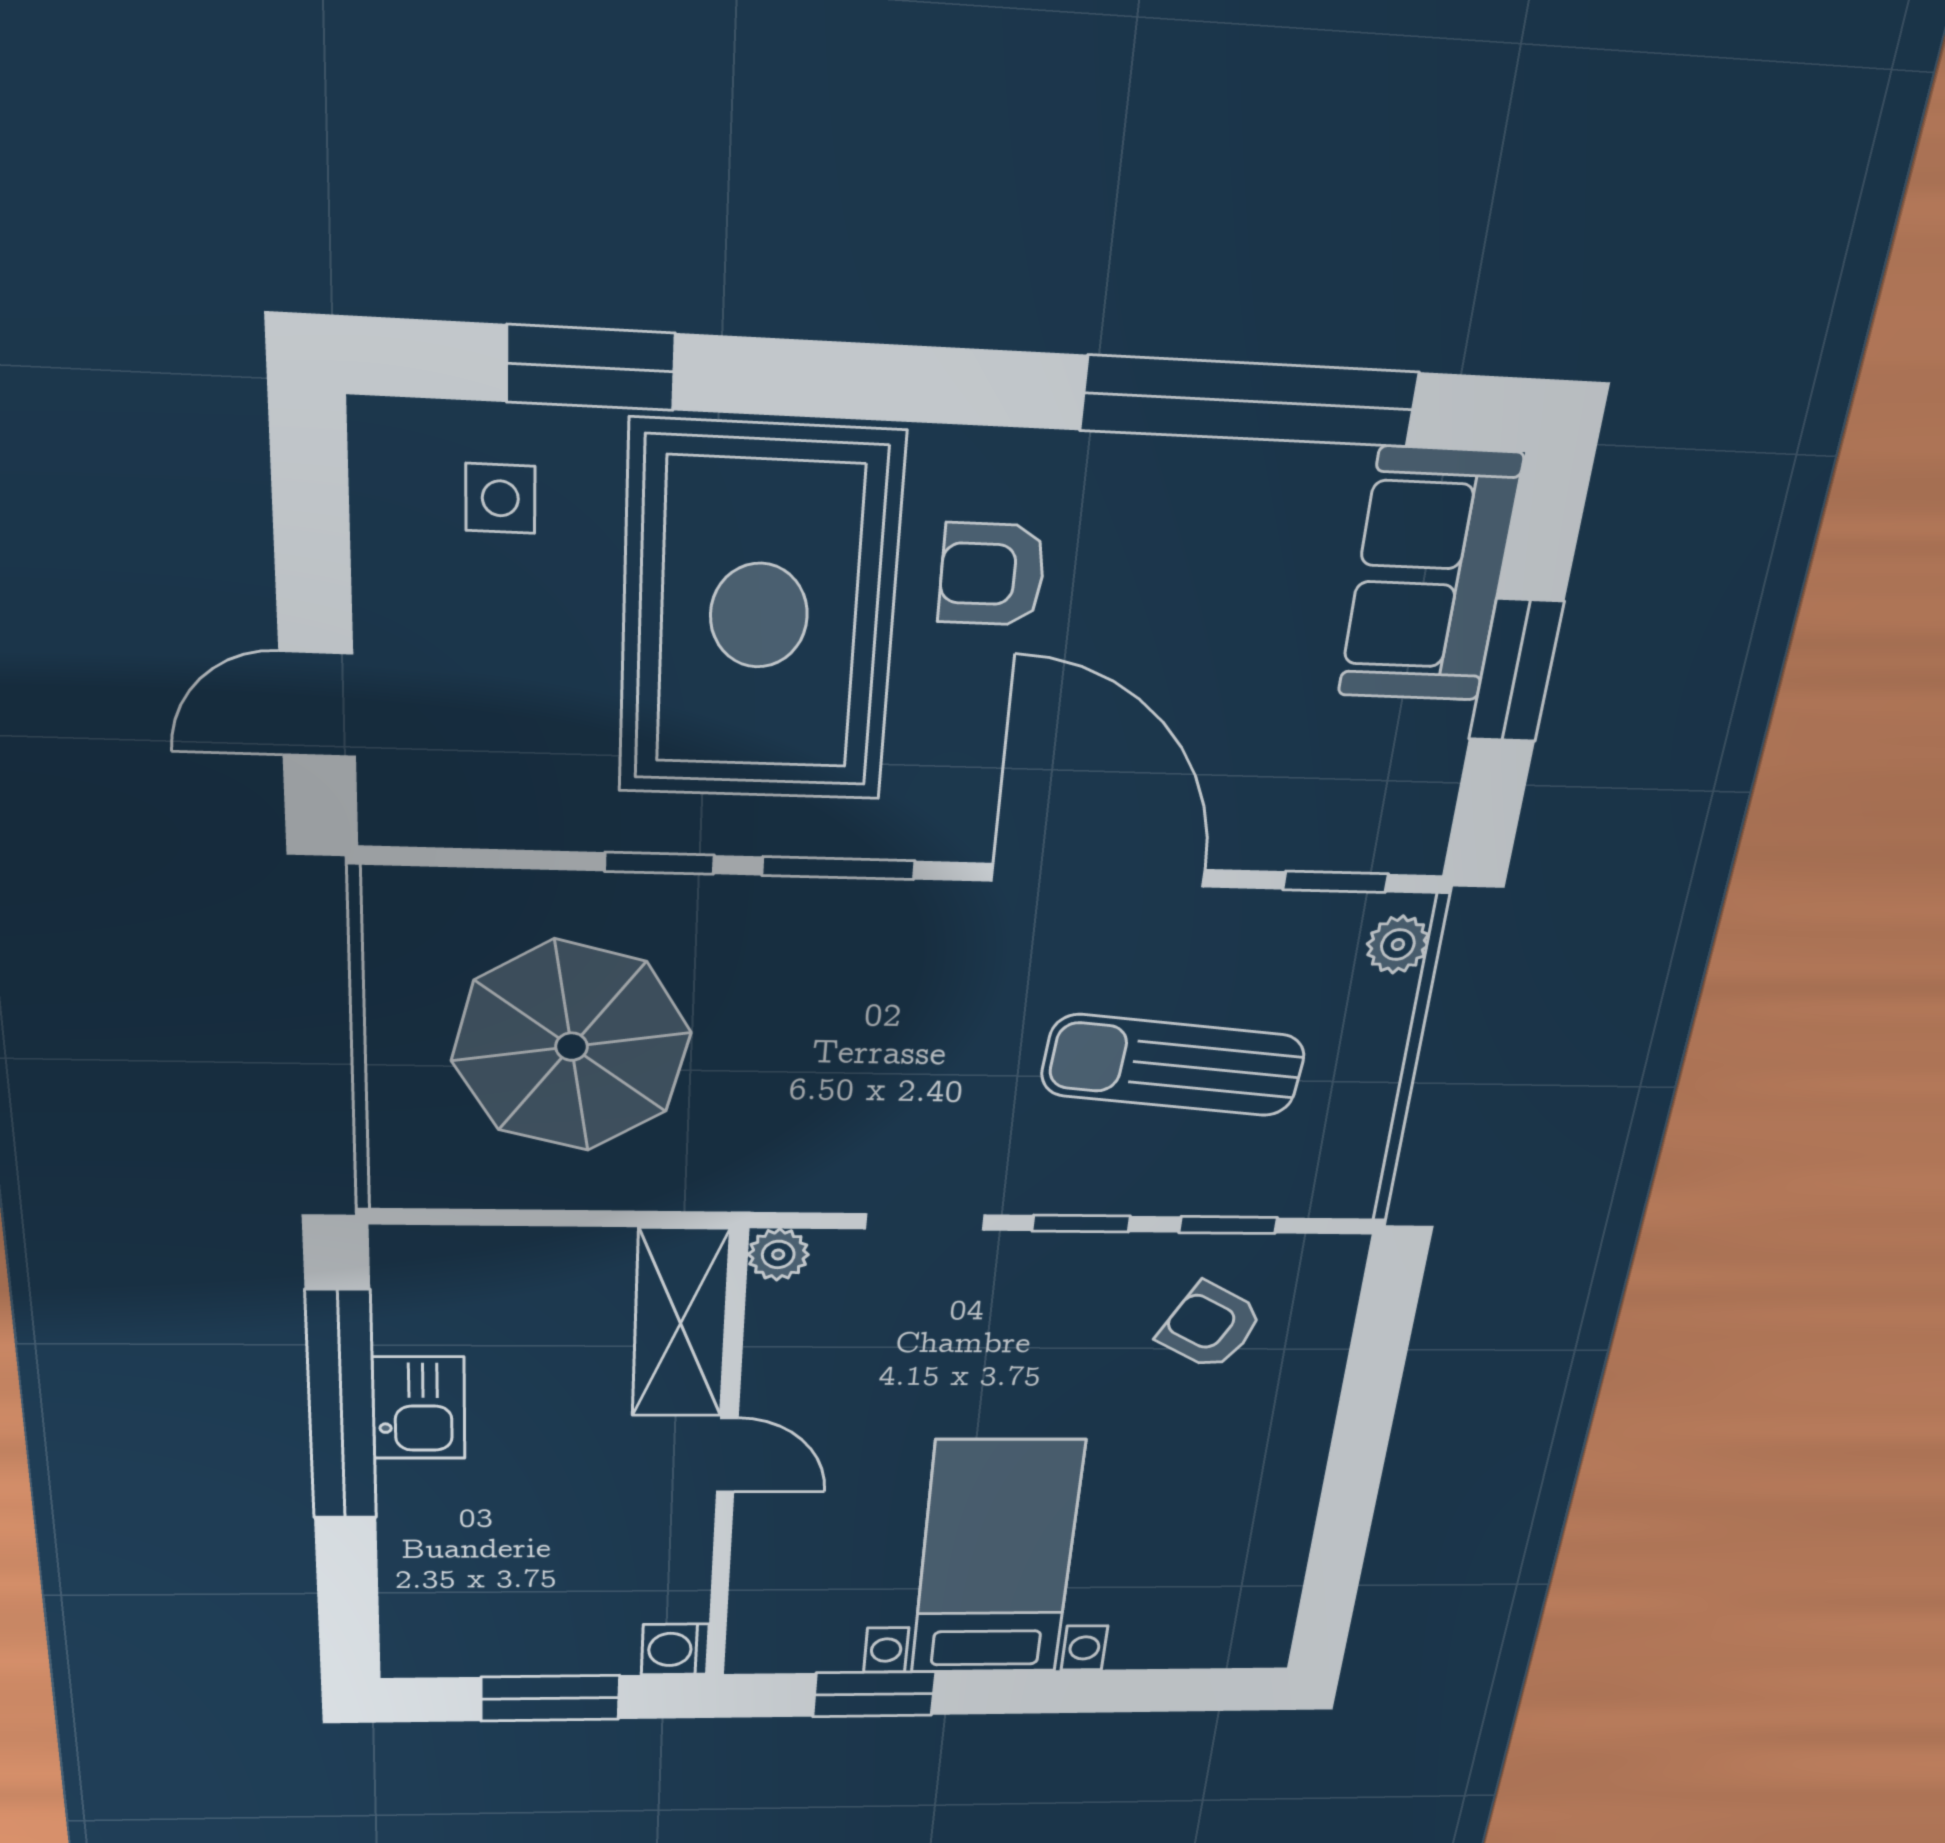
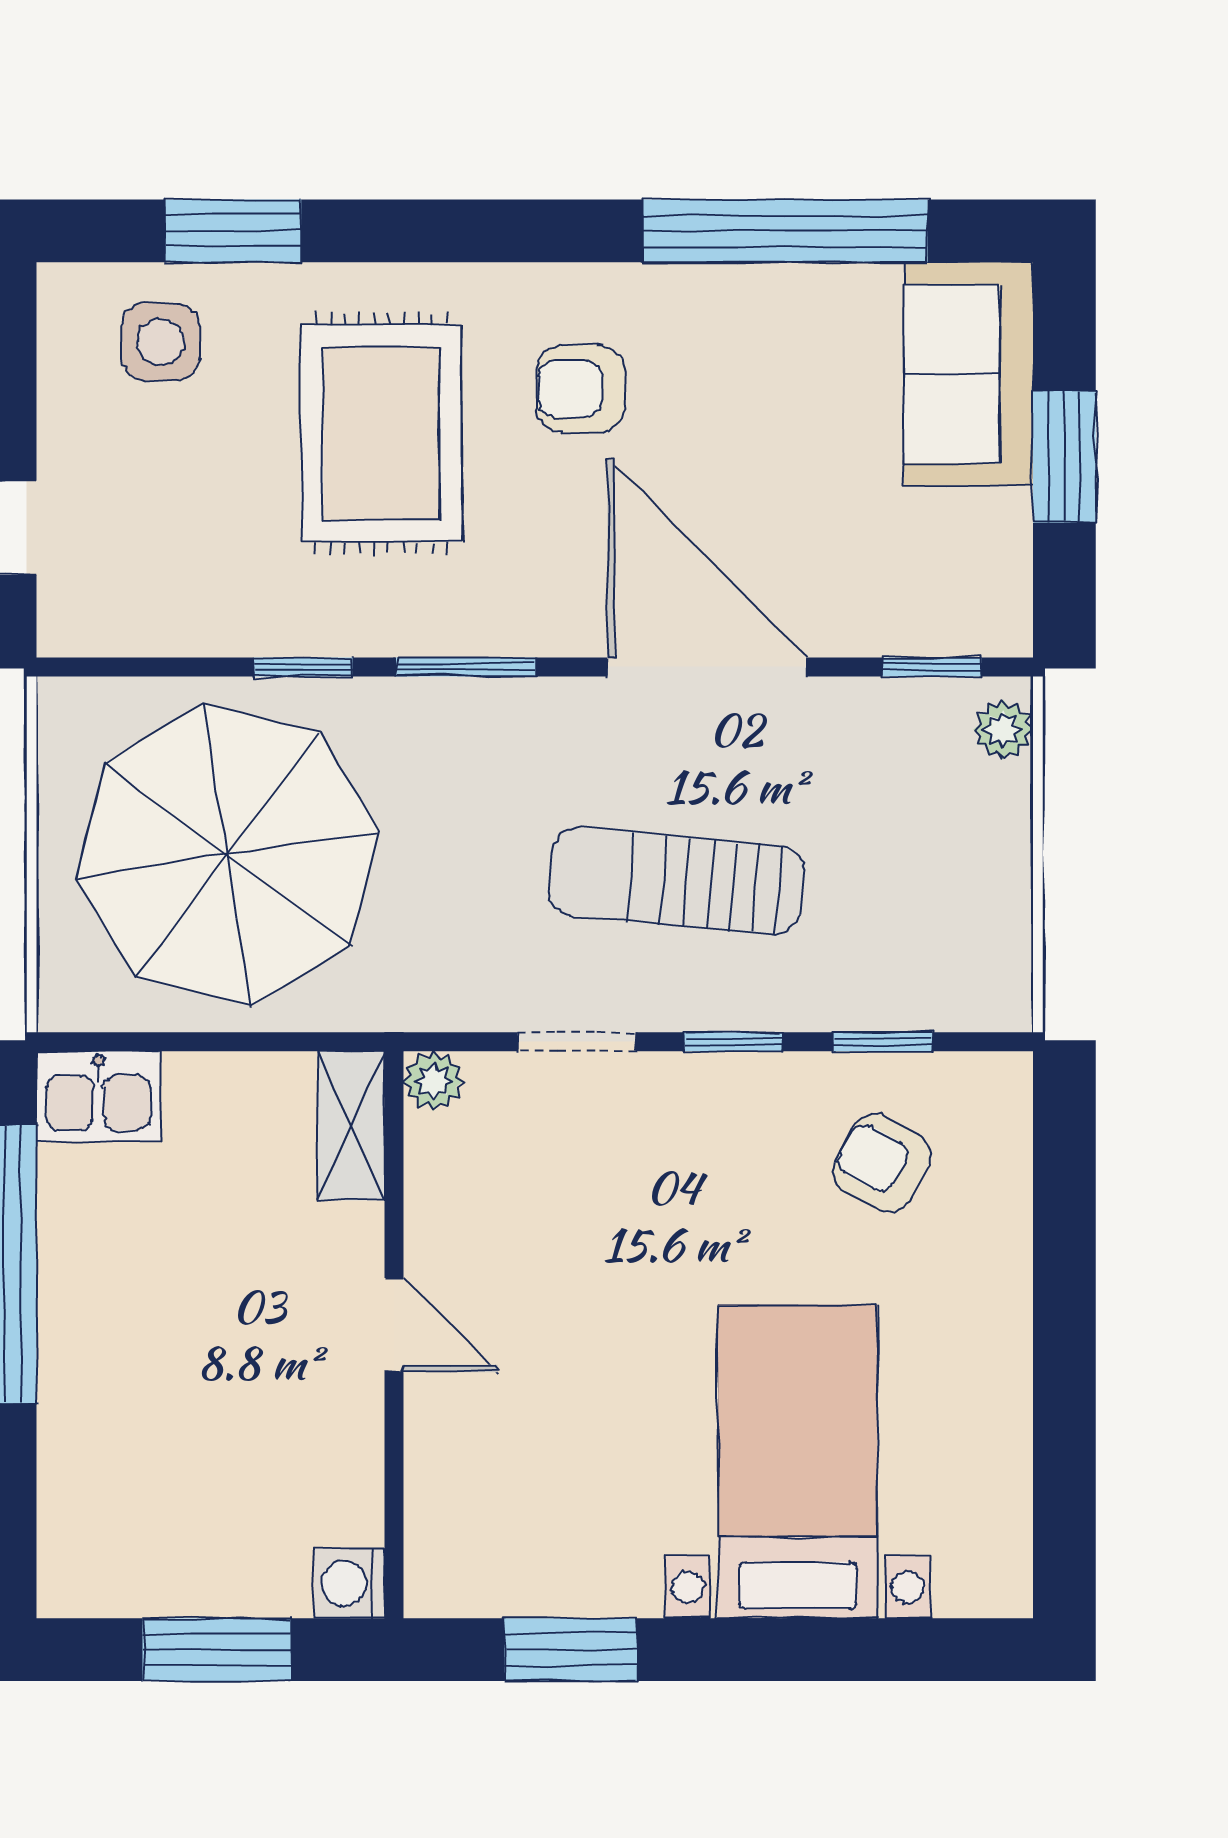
side table: (500, 498) -> (161, 342), width x1.37, depth x1.37
rug: (759, 615) -> (381, 433), width x0.73, depth x0.69
parasol: (572, 1047) -> (227, 855), width x1.36, depth x1.36
sun lounger: (1173, 1065) -> (676, 881), moved
shelving: (680, 1323) -> (351, 1126), width x0.67, depth x0.75
kitchen sink: (419, 1408) -> (99, 1096), moved, turned 90
bed with nightstands: (997, 1558) -> (798, 1462), moved

